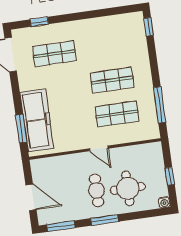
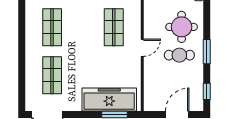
window: (39, 22) -> (22, 85), removed
shop shelf: (112, 80) -> (52, 27), moved
window: (61, 226) -> (207, 91), width x0.67

